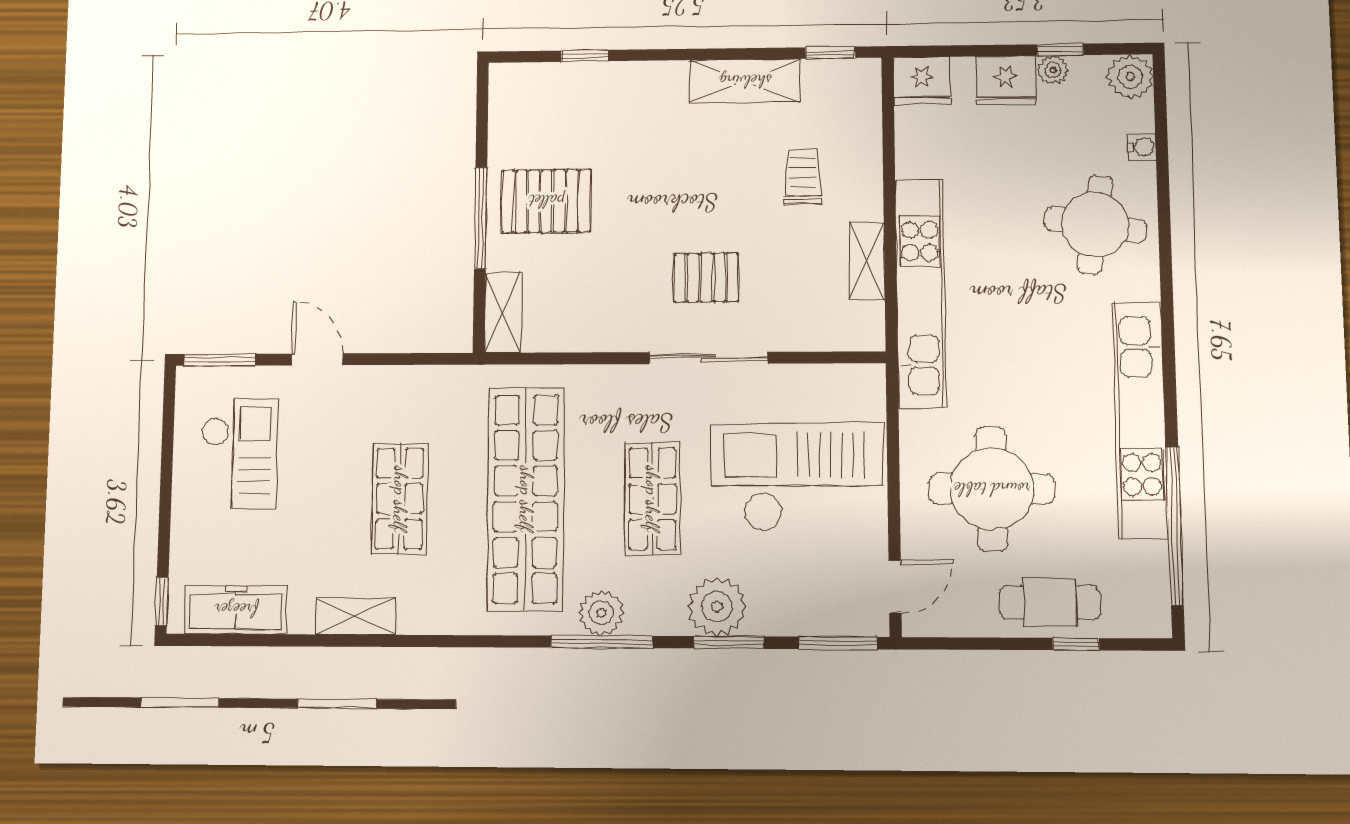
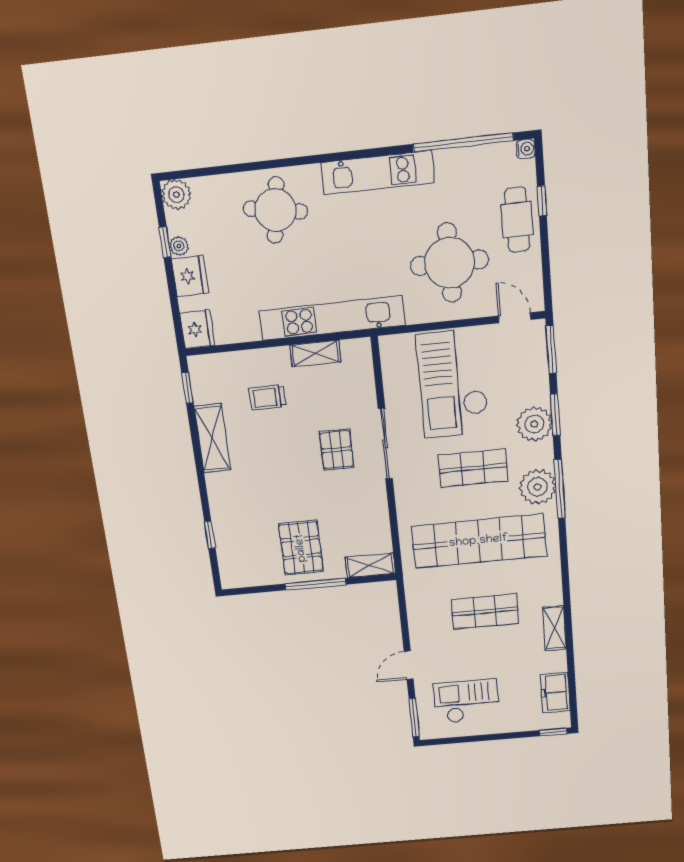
water cooler: (1142, 147) -> (526, 149), moved, turned 90
kitchen unit: (1140, 420) -> (378, 173), width x0.73
freezer: (236, 610) -> (555, 693), width x0.71
plant: (601, 613) -> (538, 487), width x1.36, depth x1.36

